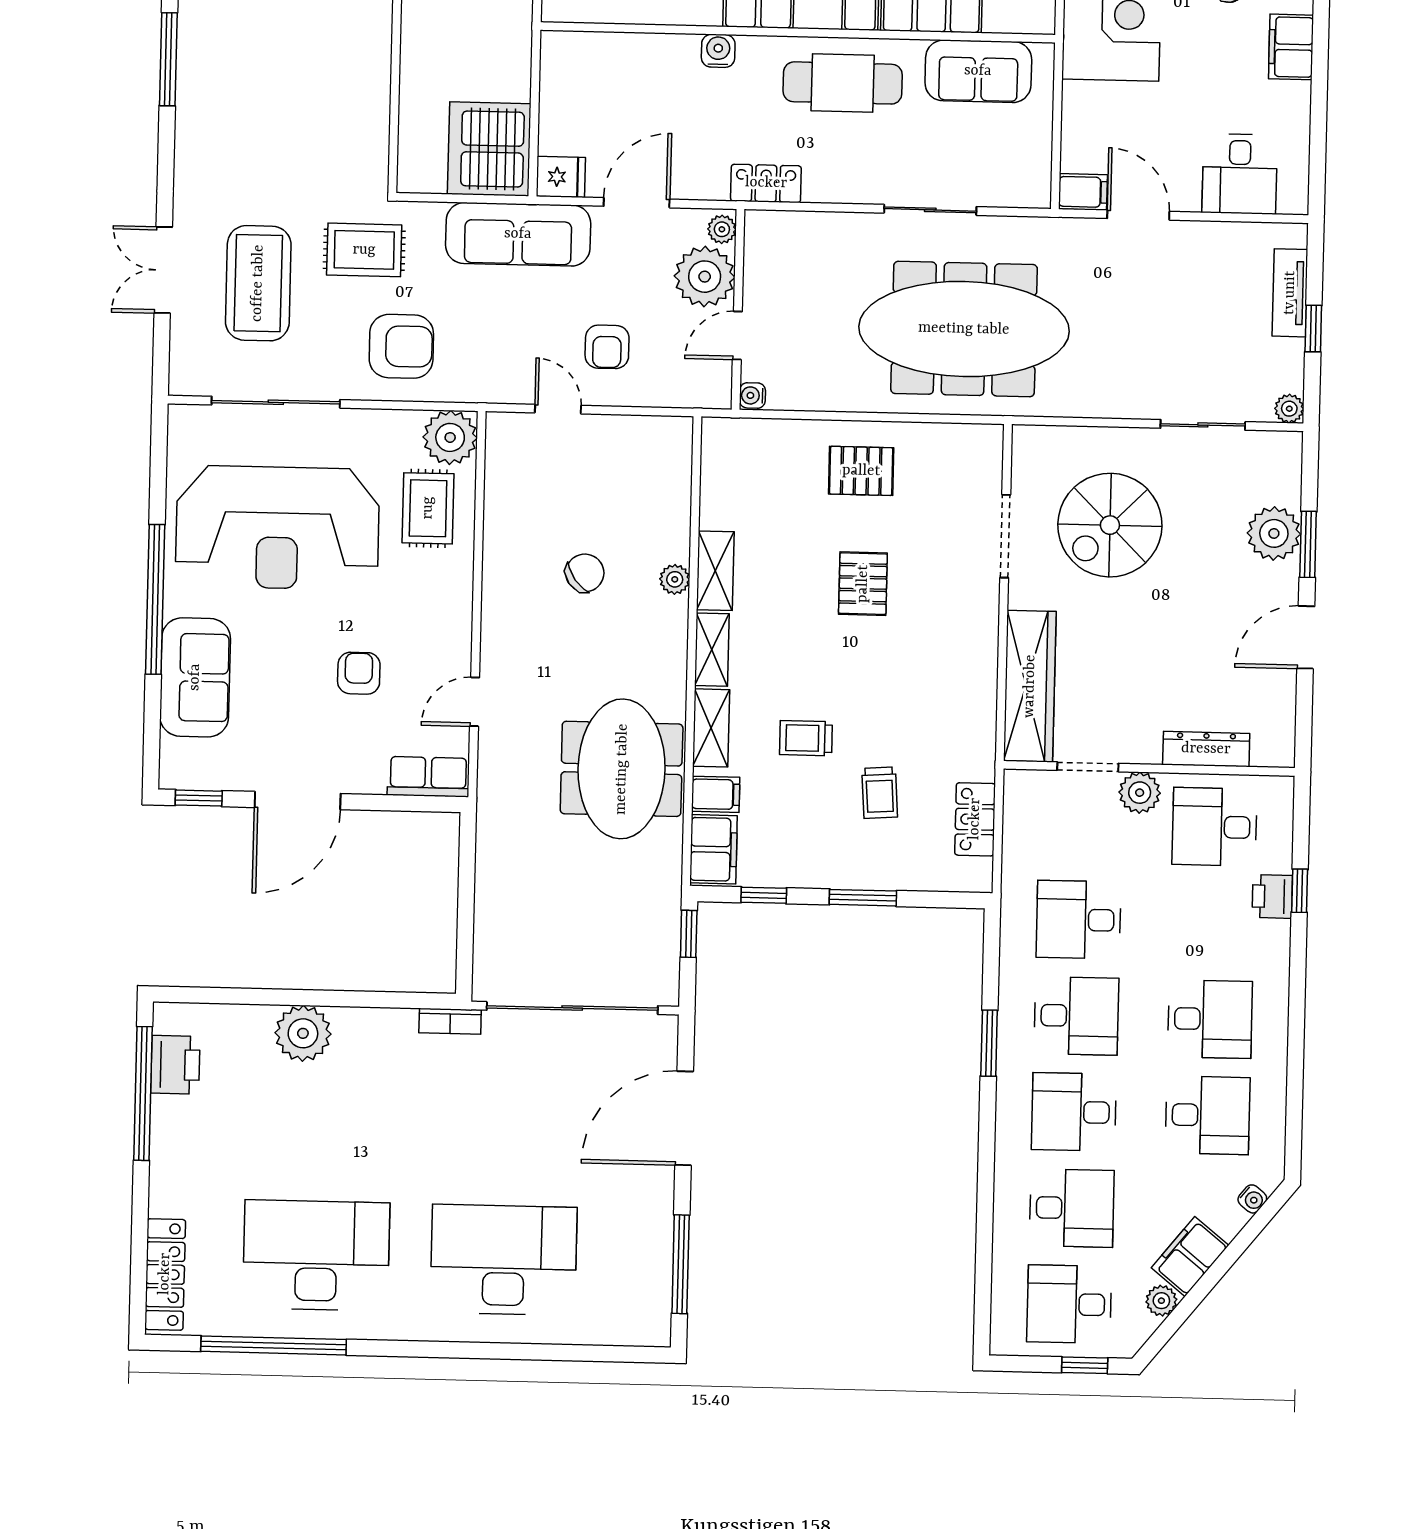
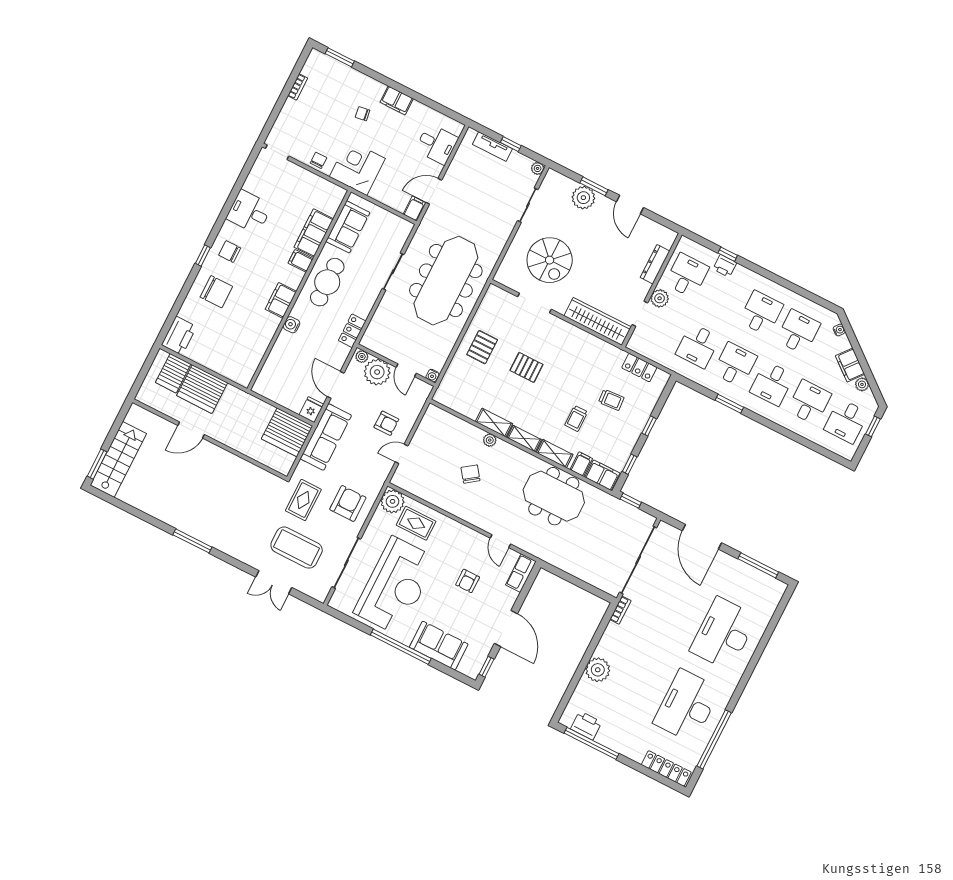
armchair: (359, 673) -> (468, 581), turned -90
desk: (1215, 827) -> (687, 275), turned 180
window: (863, 898) -> (649, 426), width x0.67

